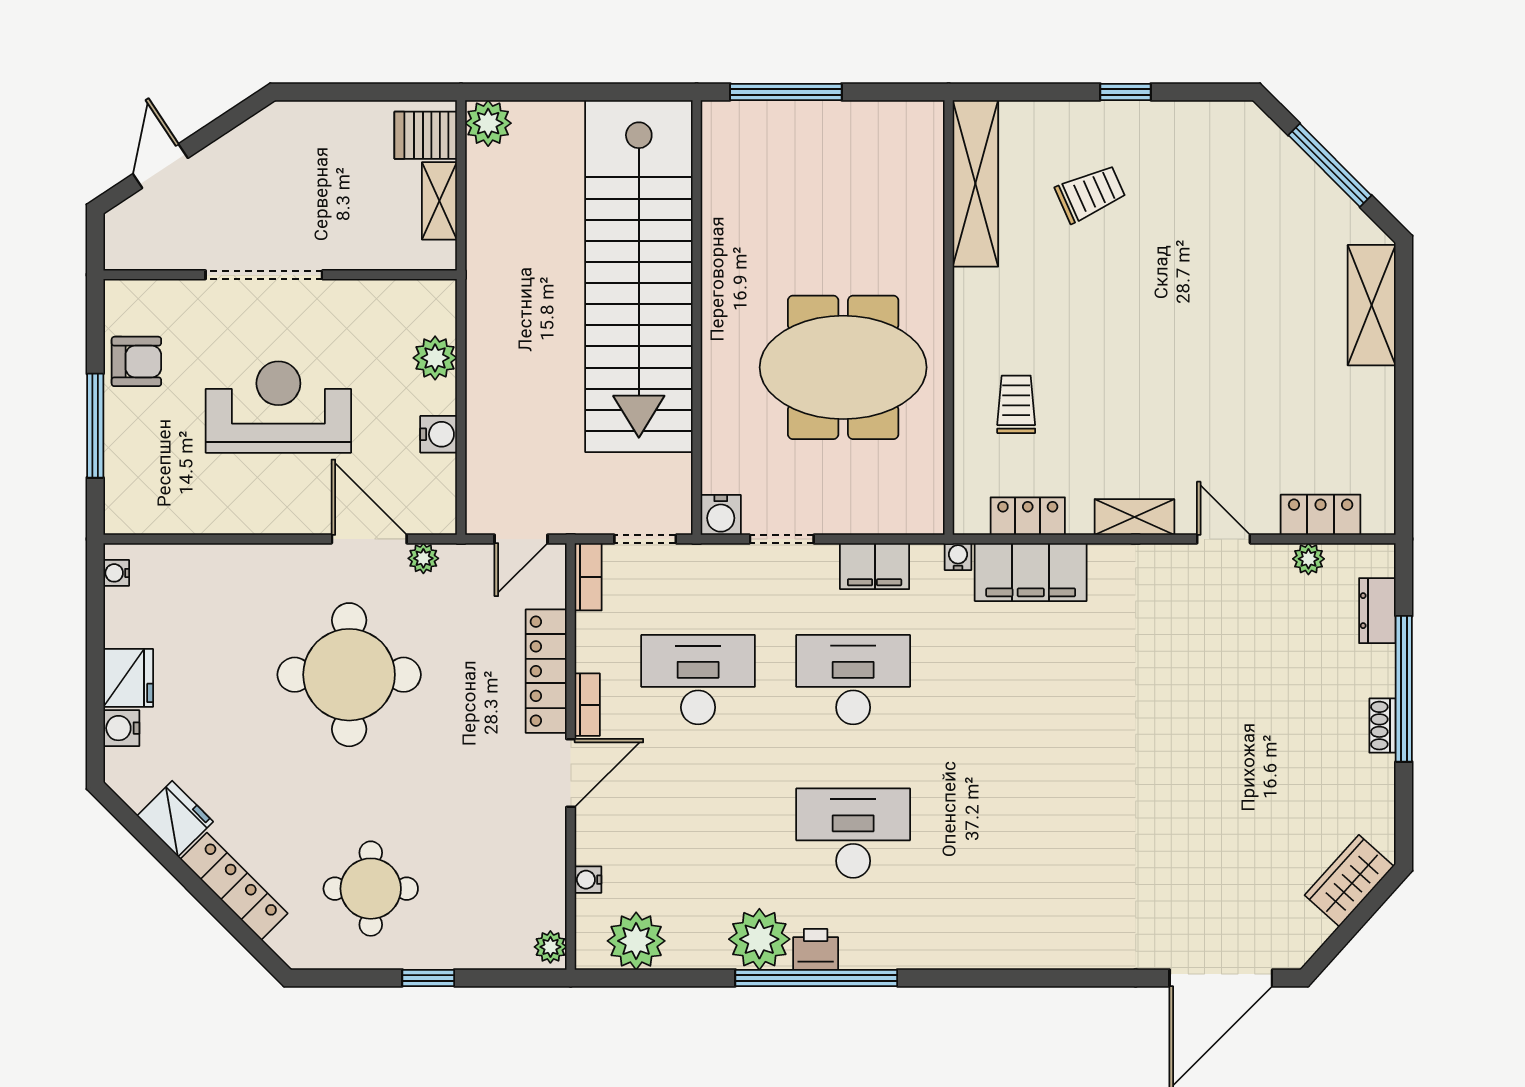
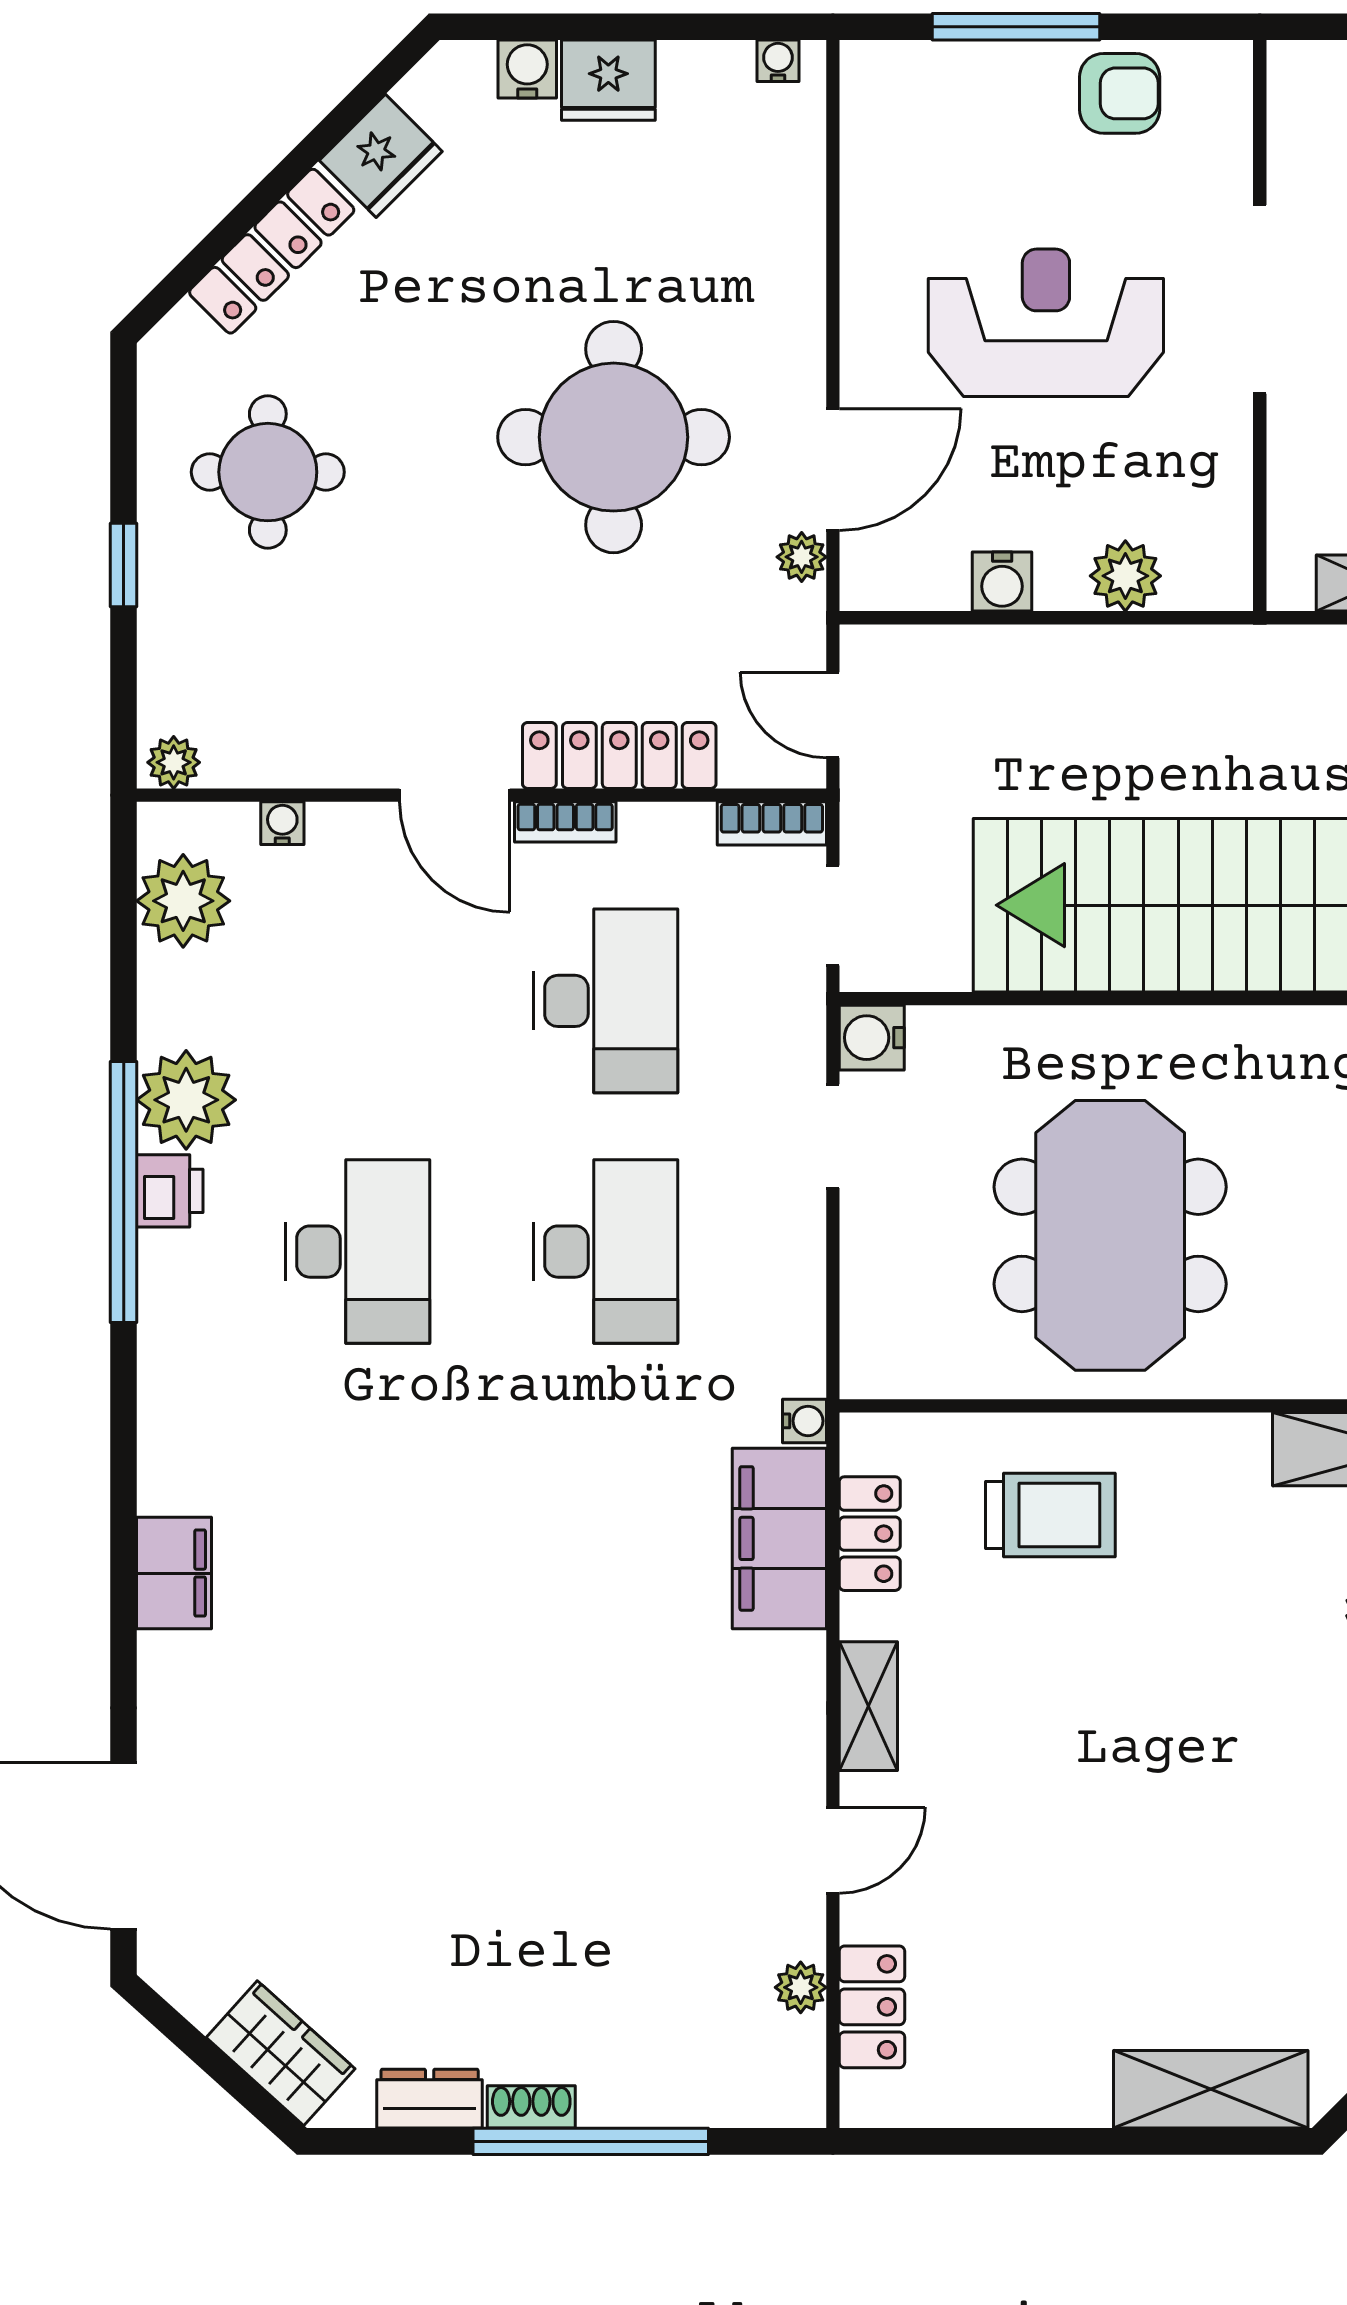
armchair: (136, 361) -> (1120, 93), turned -90
trolley: (1016, 404) -> (1050, 1515), width x1.36, depth x1.39
reception desk: (278, 407) -> (1046, 323), turned -90
filing cabinet: (875, 566) -> (174, 1573), moved, turned 180
dresser: (1377, 611) -> (430, 2099), moved

